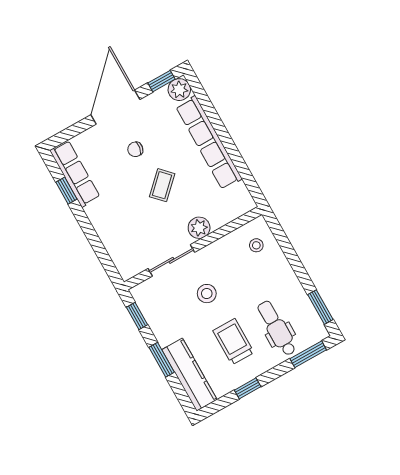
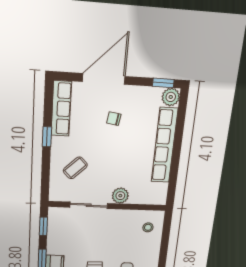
door: (115, 107) -> (104, 79), moved
coffee table: (162, 185) -> (75, 168), moved
window: (66, 191) -> (47, 137), moved
stool: (207, 294) -> (97, 238), removed

